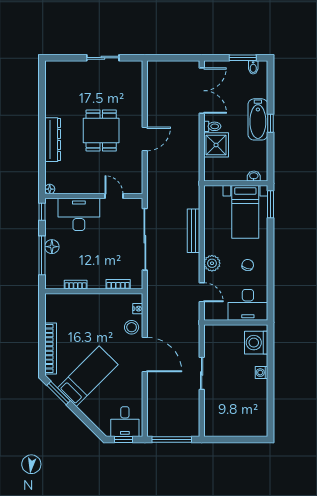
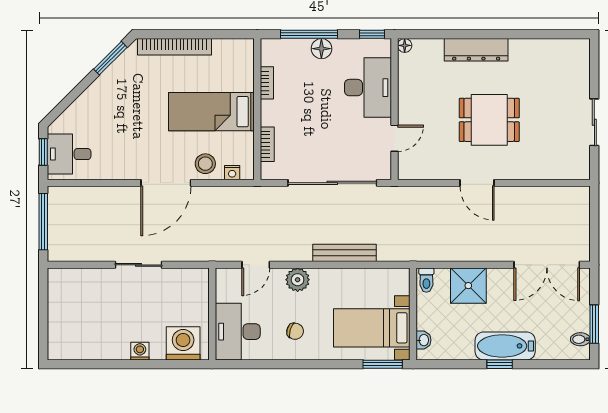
toilet: (212, 126) -> (426, 280), moved
bed: (88, 376) -> (211, 112), moved, turned 135

